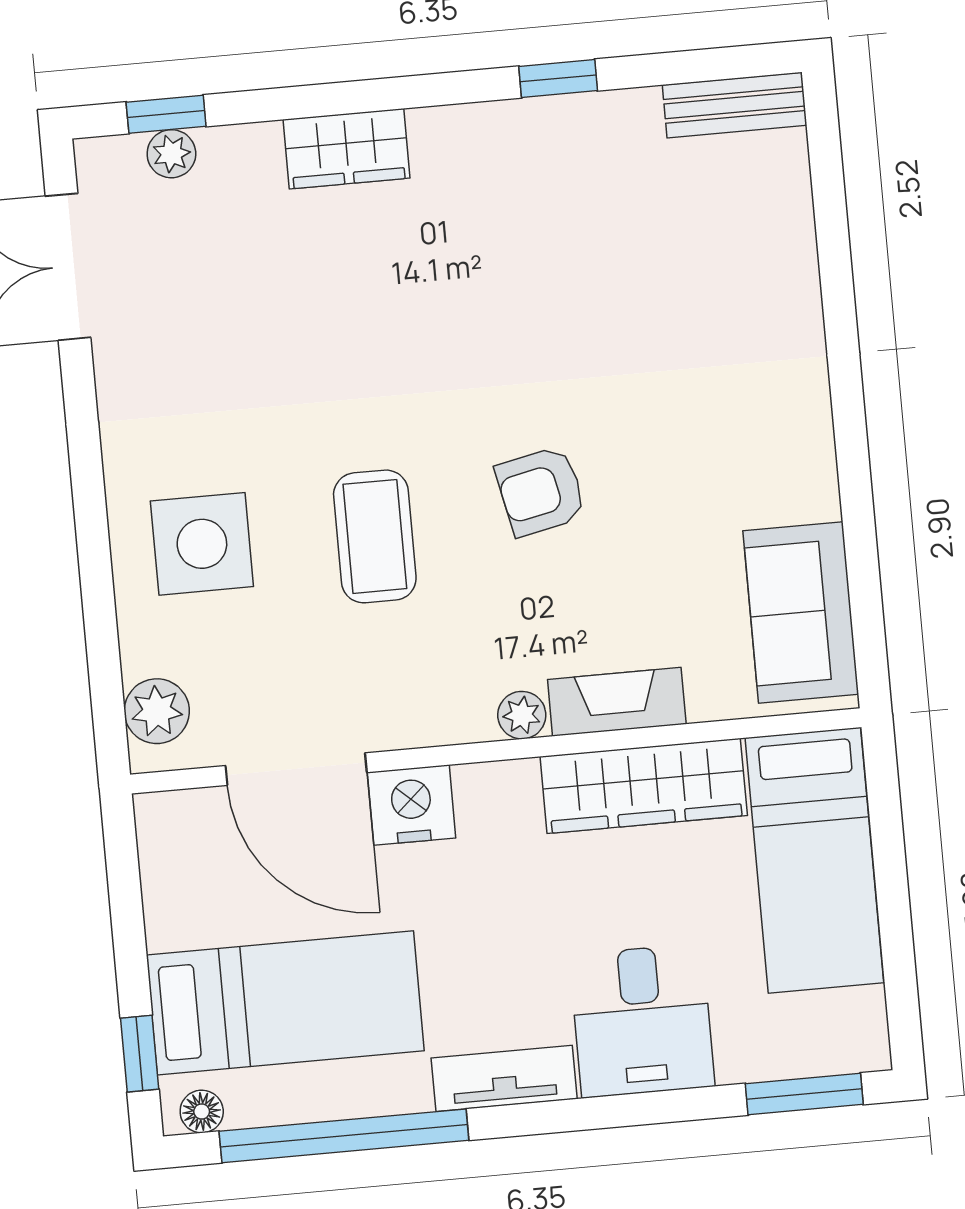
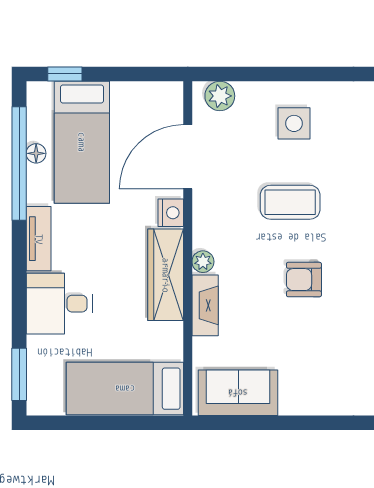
armchair: (541, 491) -> (304, 280), turned -78
side table: (202, 544) -> (294, 123), width x0.73, depth x0.73
wardrobe: (644, 786) -> (166, 275), moved
nightstand: (411, 805) -> (171, 213), width x0.74, depth x0.75
floor lamp: (202, 1112) -> (36, 153), moved

